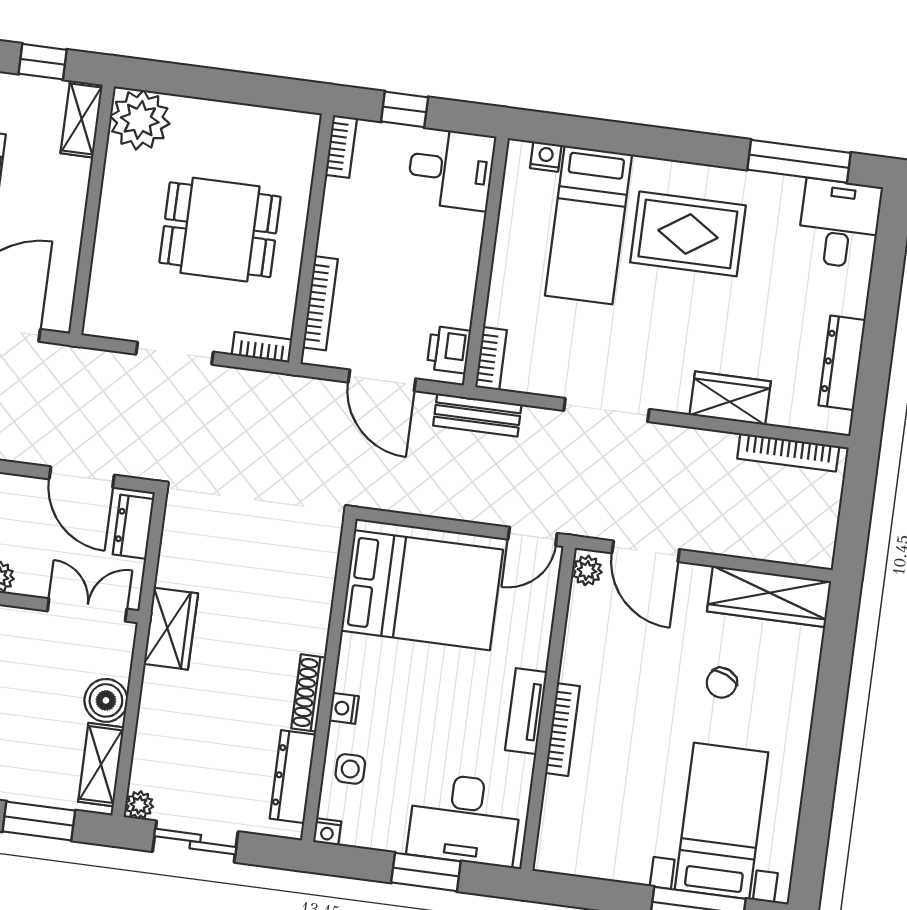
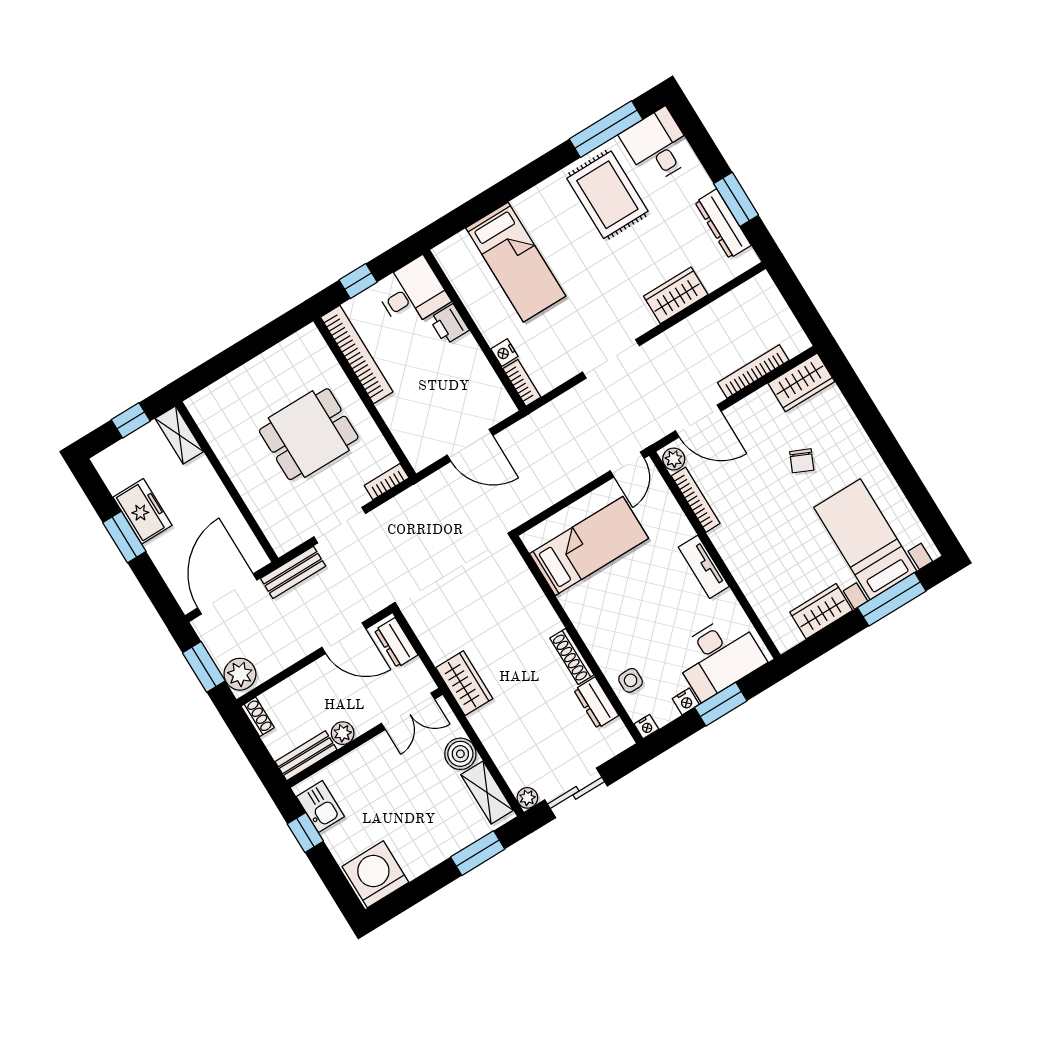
plant: (140, 120) -> (213, 409), removed
bookcase: (341, 147) -> (357, 354), width x2.31, depth x1.31
nightstand: (546, 157) -> (504, 353), moved, turned -90
rug: (688, 234) -> (607, 195), moved, turned 90
bookcase: (320, 303) -> (399, 430), removed
window: (877, 348) -> (736, 199), added
printer: (449, 350) -> (449, 324), moved
bench: (477, 415) -> (293, 572), moved
bookcase: (788, 452) -> (753, 372), moved, turned 180
bed: (422, 590) -> (589, 546), width x0.67
wardrobe: (769, 596) -> (801, 382), width x0.67
double door: (87, 610) -> (408, 711), swing flipped
nightstand: (344, 708) -> (686, 701), moved, turned -90
bookcase: (563, 730) -> (696, 500), moved
dresser: (293, 777) -> (596, 703), width x0.70
wardrobe: (613, 860) -> (821, 611), added

